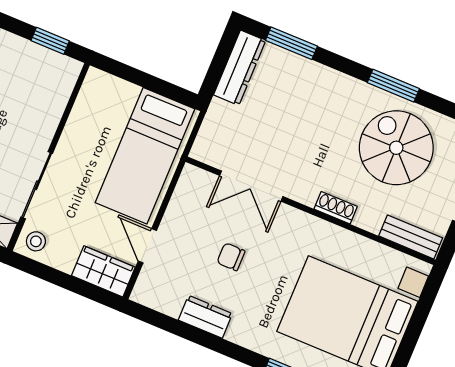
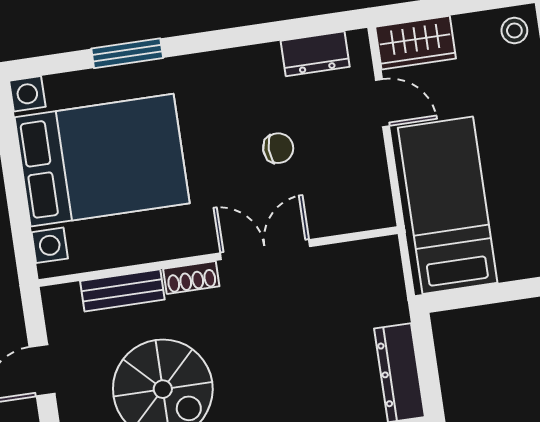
double door: (251, 186) -> (265, 250), moved
bench: (411, 237) -> (122, 290), moved
dresser: (205, 317) -> (315, 54), moved

